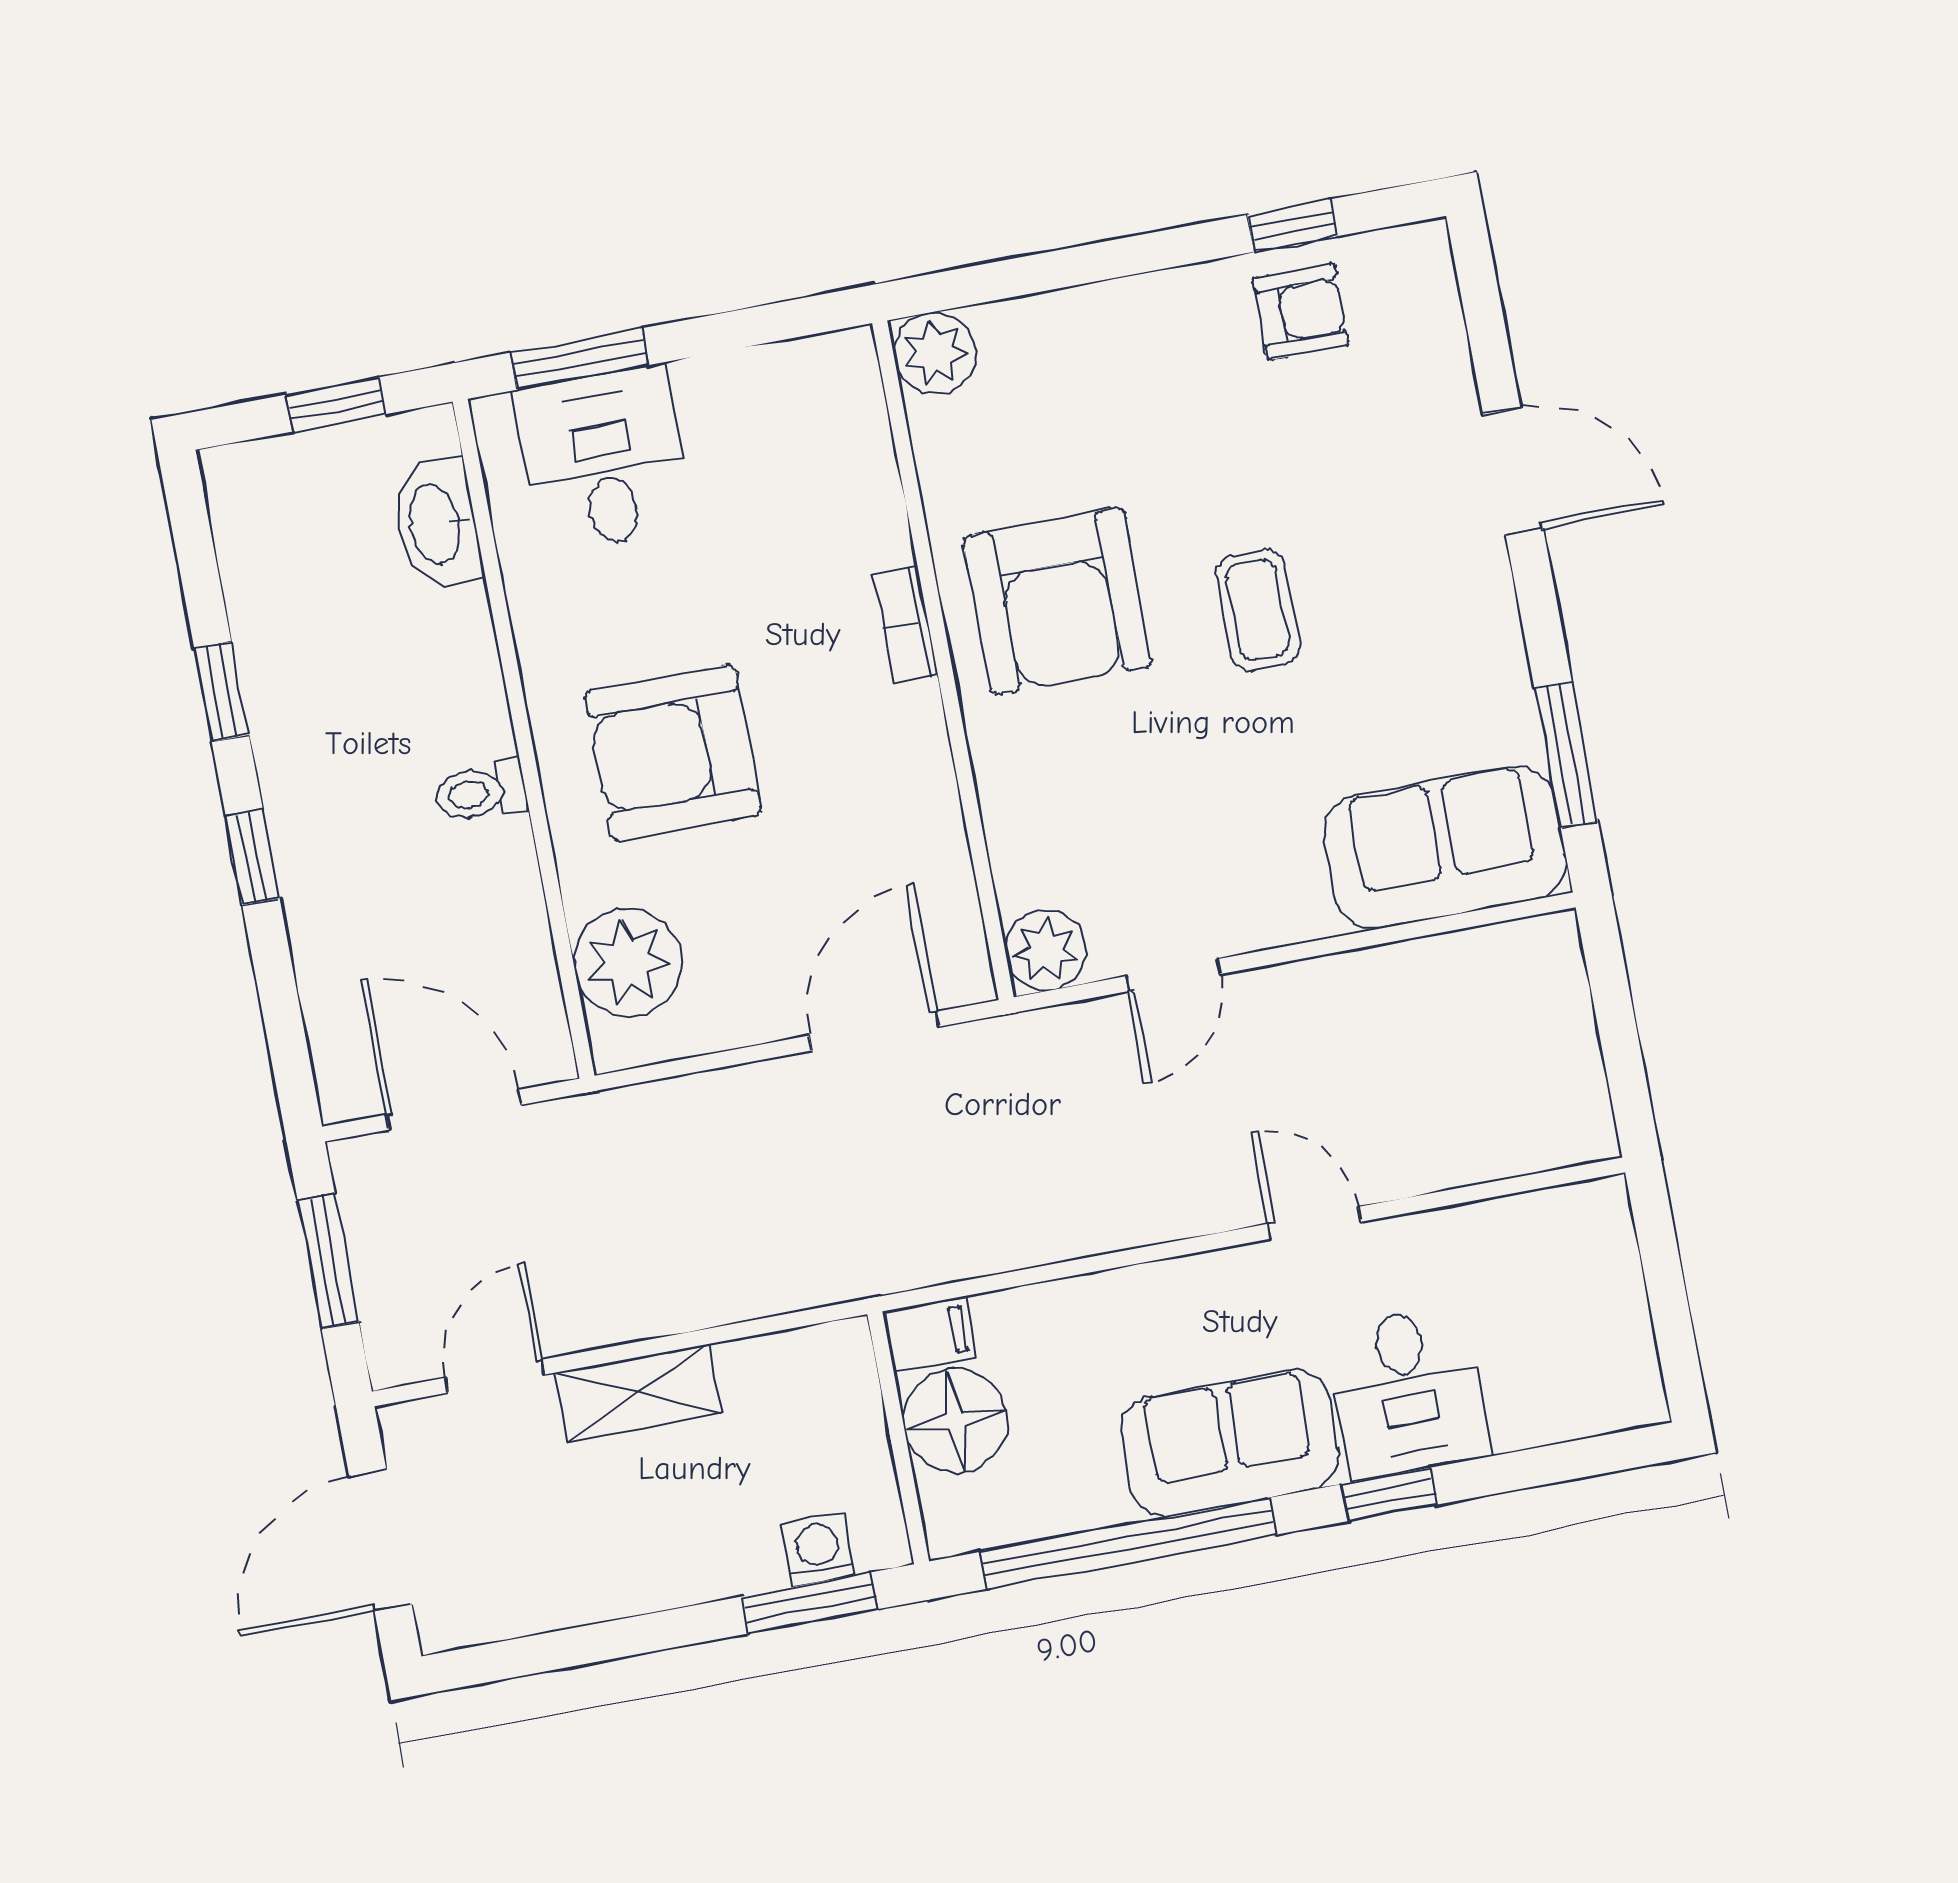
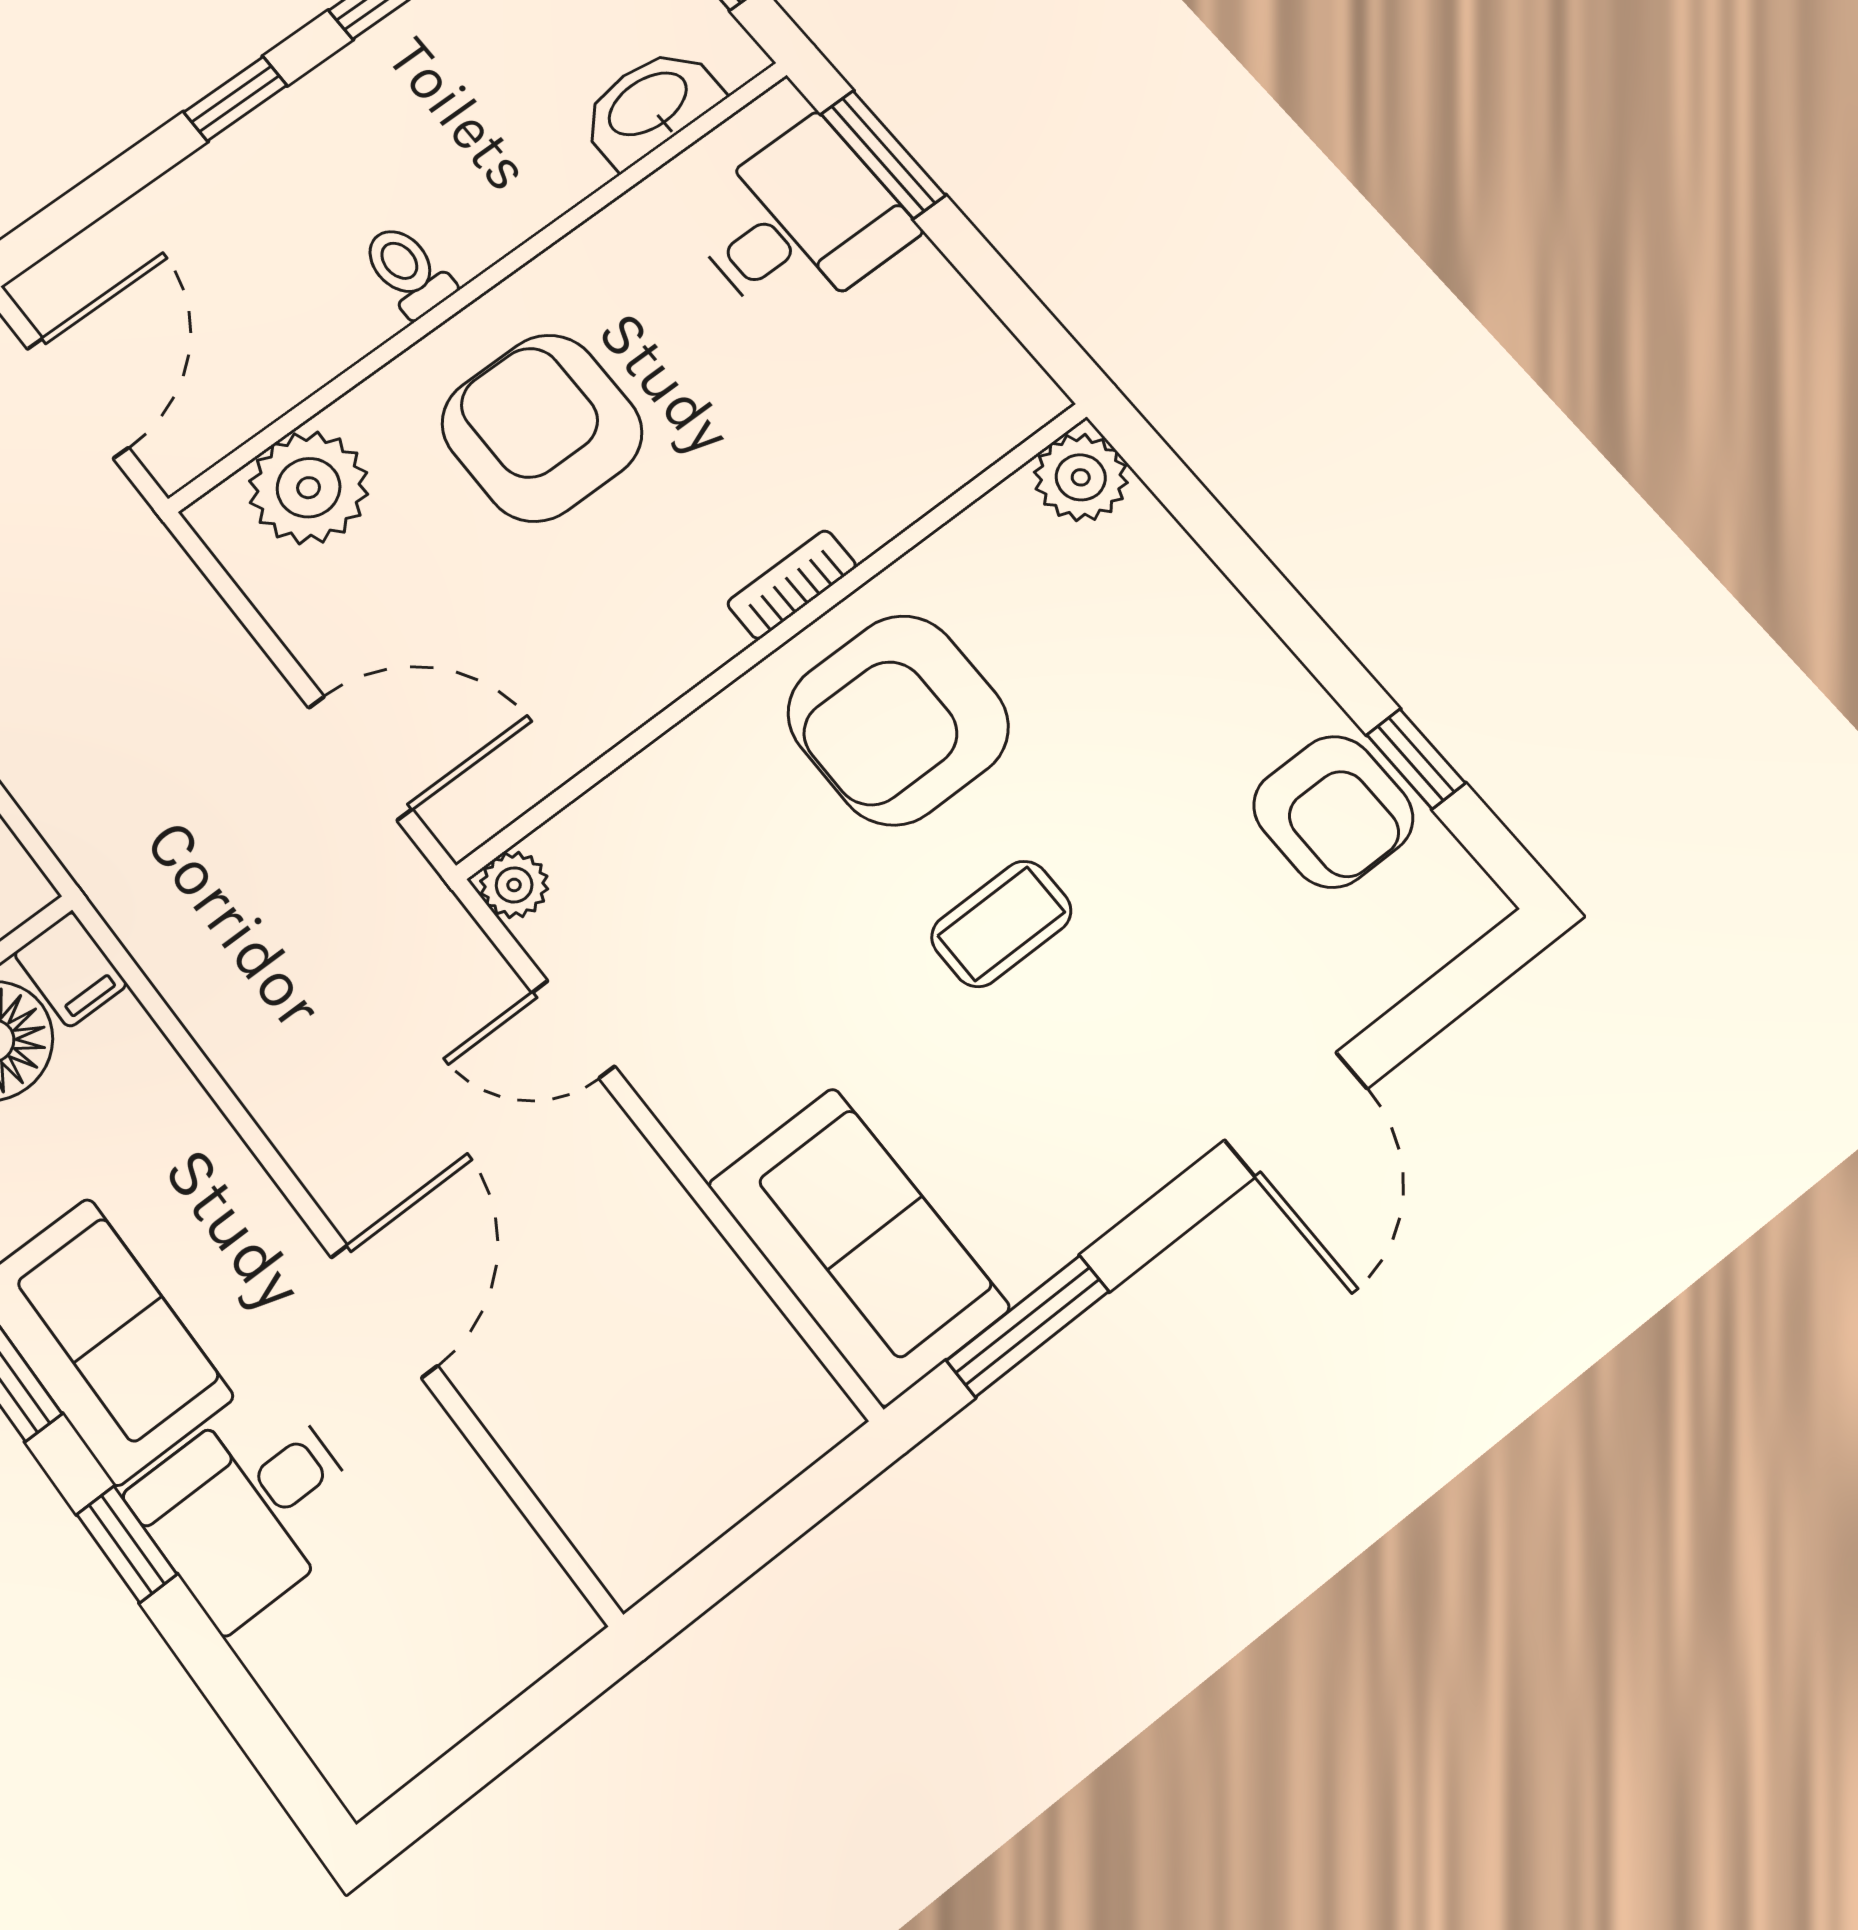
armchair: (1301, 312) -> (1333, 812), width x1.38, depth x1.38
plant: (1046, 950) -> (514, 885), width x0.73, depth x0.73
door: (1314, 1223) -> (384, 1311), width x1.37

